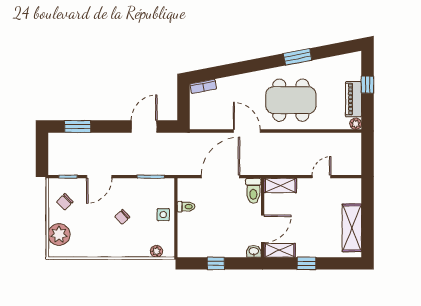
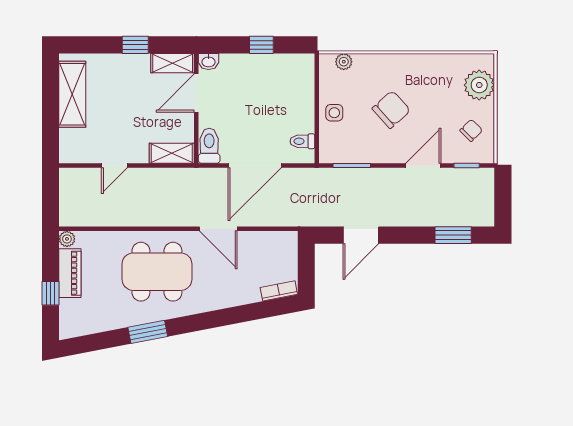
toilet: (186, 207) -> (302, 141), moved
chair: (122, 217) -> (391, 110), width x1.87, depth x1.87

